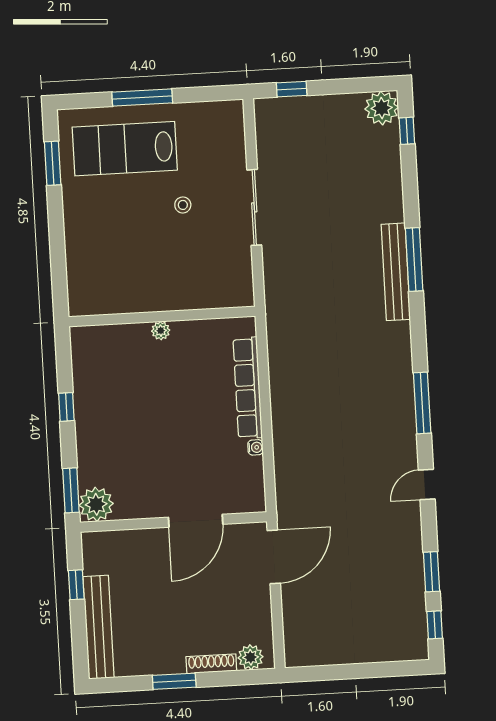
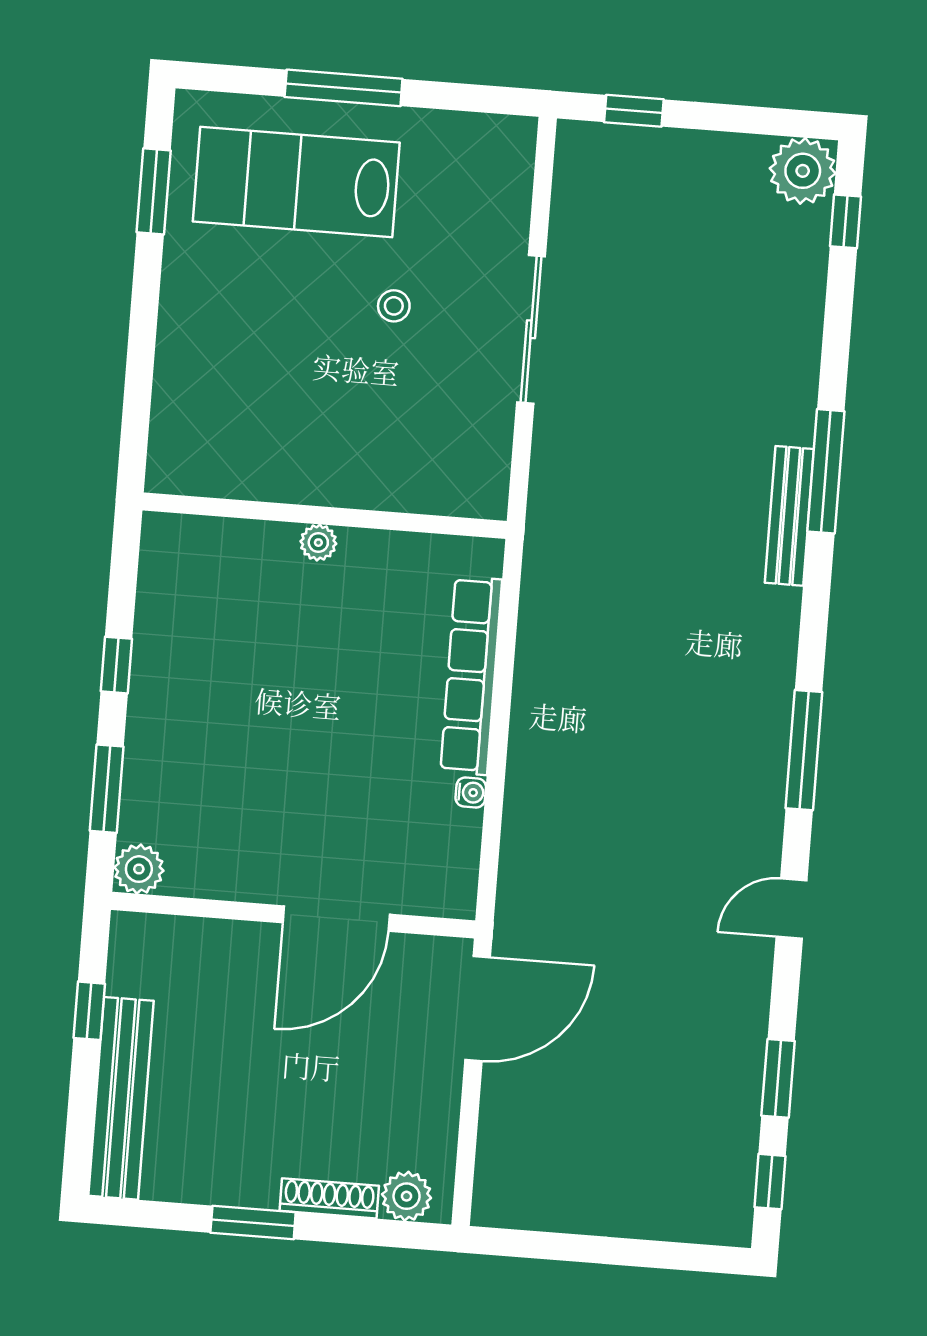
bench: (396, 272) -> (789, 516), width x0.73, depth x0.82
window: (71, 490) -> (107, 789), moved
plant: (96, 504) -> (139, 869), width x0.73, depth x0.73

